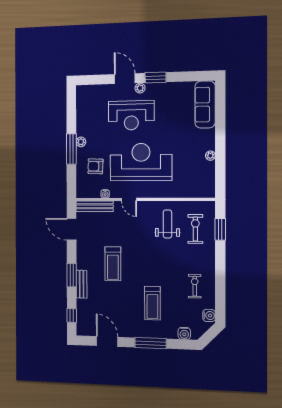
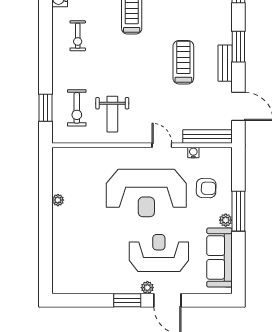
sofa: (205, 105) -> (219, 257), moved, turned 180
bench: (82, 284) -> (225, 63), moved

